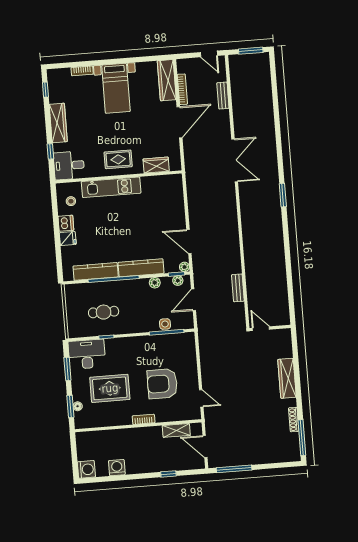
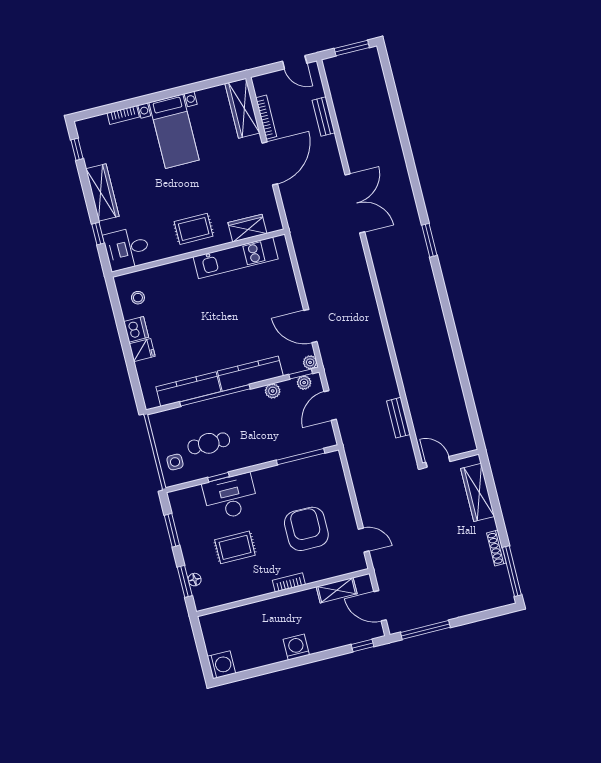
kitchen unit: (111, 187) -> (236, 258), moved
bench: (238, 288) -> (398, 418), moved
side table: (165, 324) -> (175, 462), moved
wall: (270, 328) -> (450, 459), moved
door: (261, 329) -> (438, 462), moved
desk: (87, 354) -> (230, 497), moved
armchair: (162, 384) -> (306, 529), turned 90
rug: (110, 388) -> (235, 547), width x0.73, depth x0.70
washing machine: (117, 468) -> (296, 647), moved
window: (168, 474) -> (362, 646), moved

